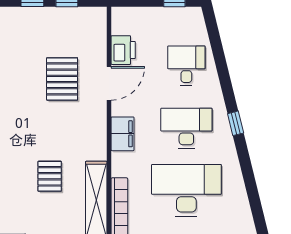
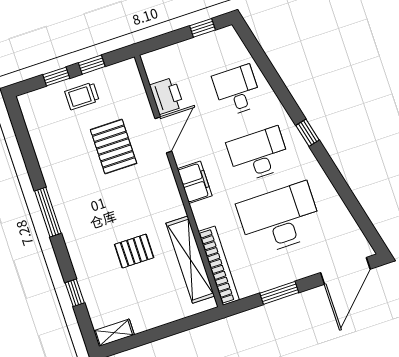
trolley: (49, 26) -> (82, 96), added
pallet: (50, 176) -> (134, 251), turned 90

